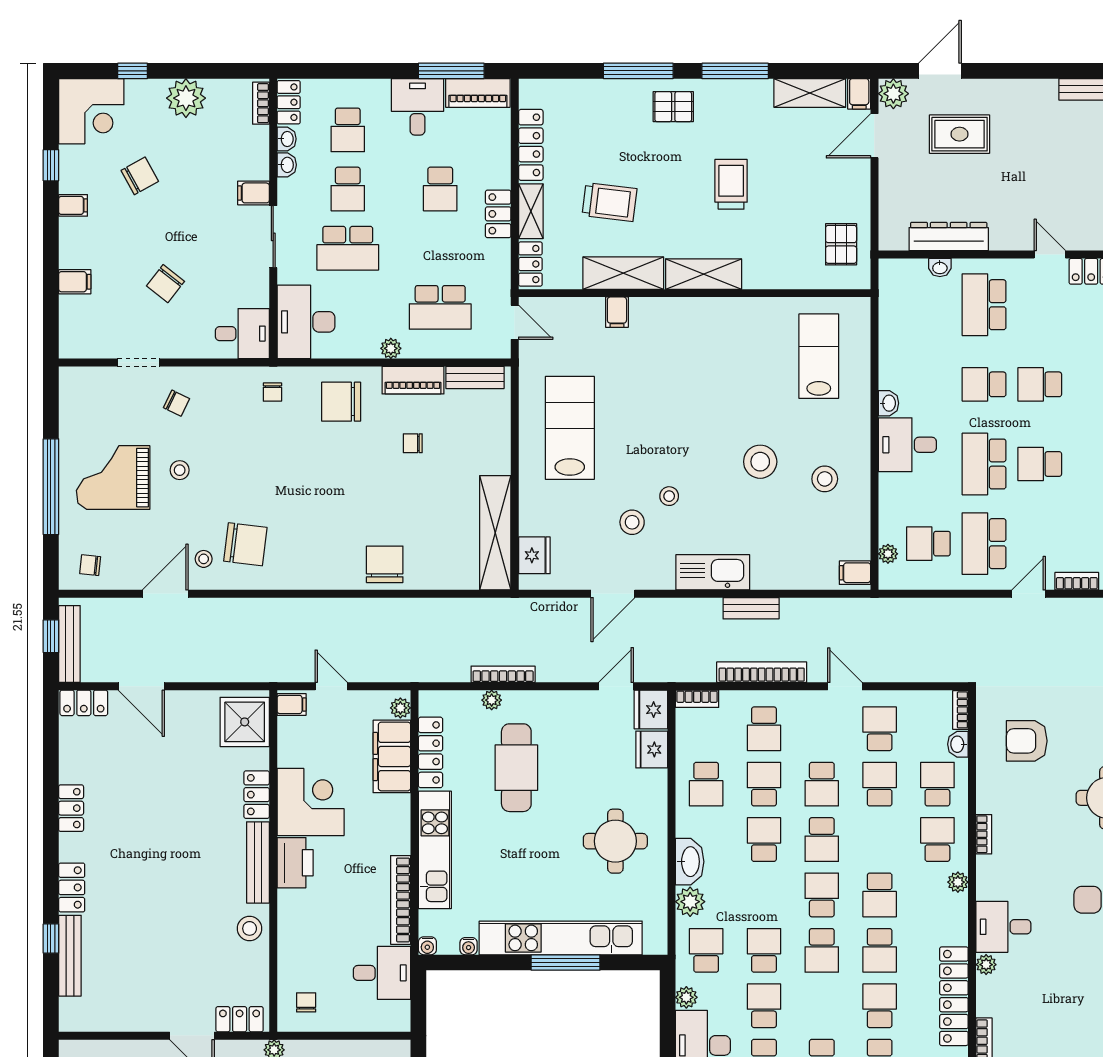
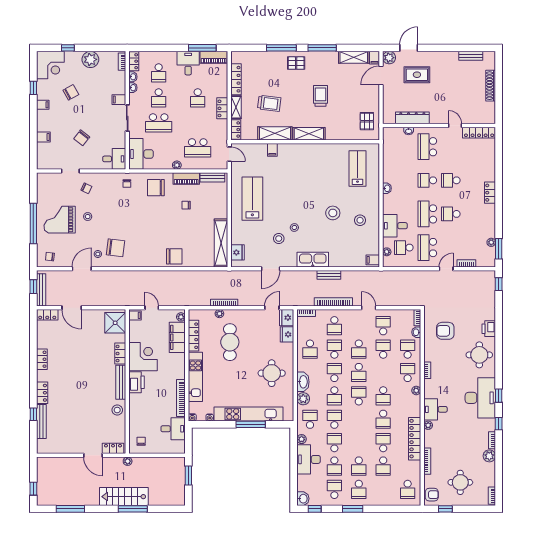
desk: (907, 445) -> (395, 226), moved
chair: (385, 564) -> (174, 256), turned 90
school desk: (822, 950) -> (334, 396), moved

